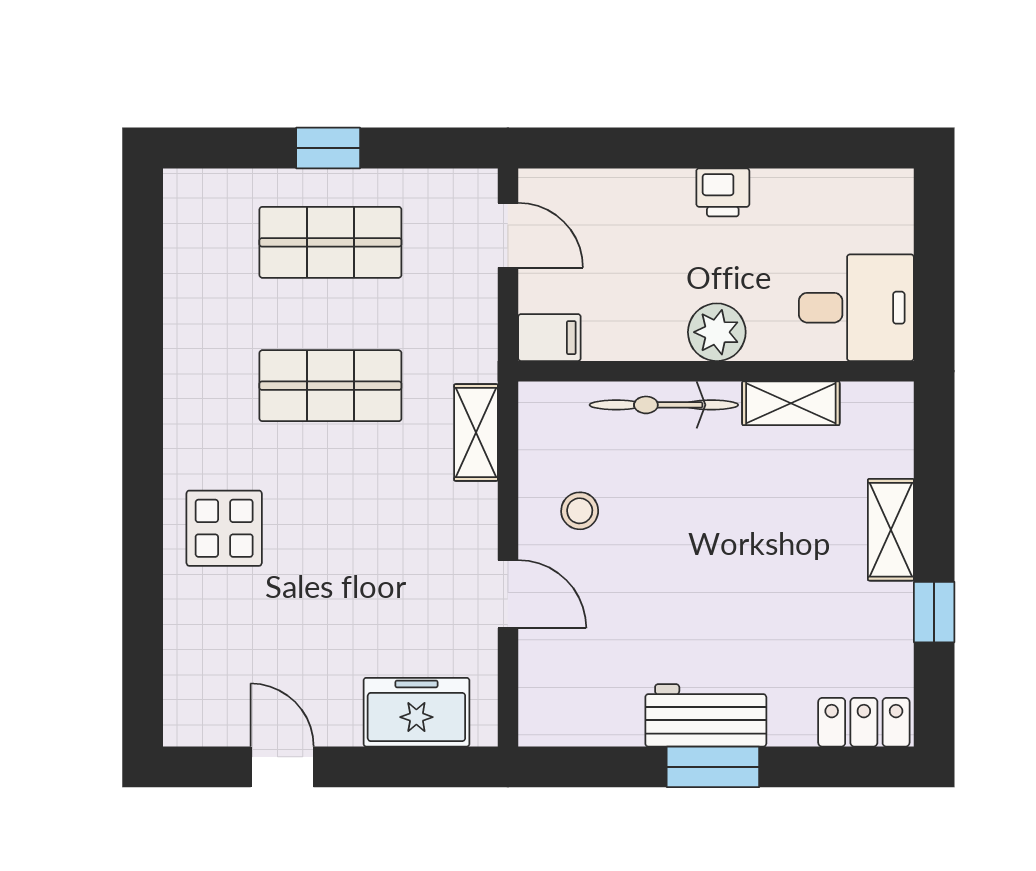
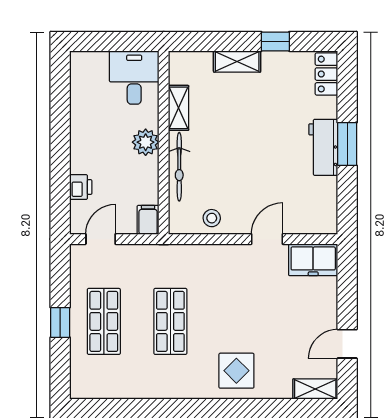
printer: (723, 192) -> (81, 187), moved
shelving: (476, 433) -> (315, 389), moved
stool: (580, 511) -> (212, 218), moved
freezer: (416, 712) -> (313, 260), moved, turned -90

